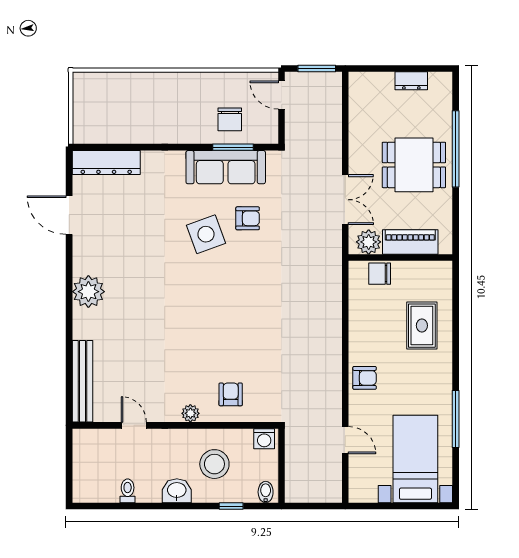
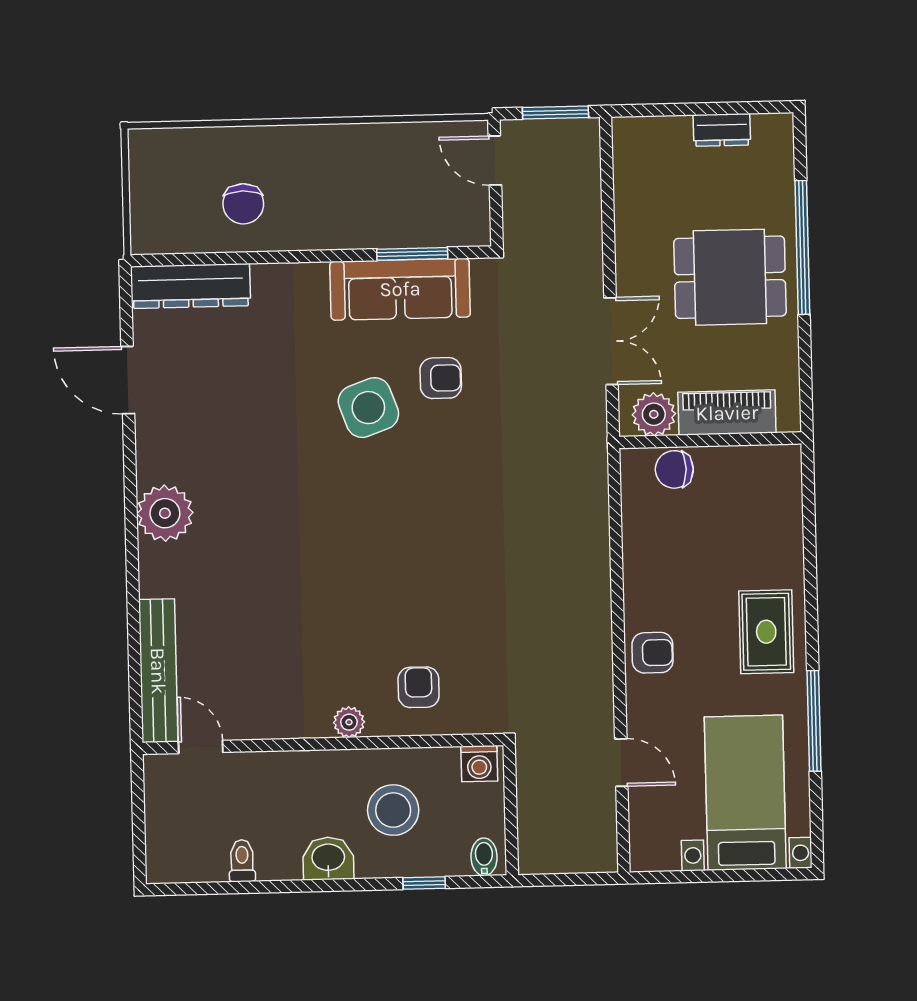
chair: (230, 119) -> (243, 204), moved
rug: (422, 326) -> (766, 632), moved
door: (134, 425) -> (201, 747), moved

